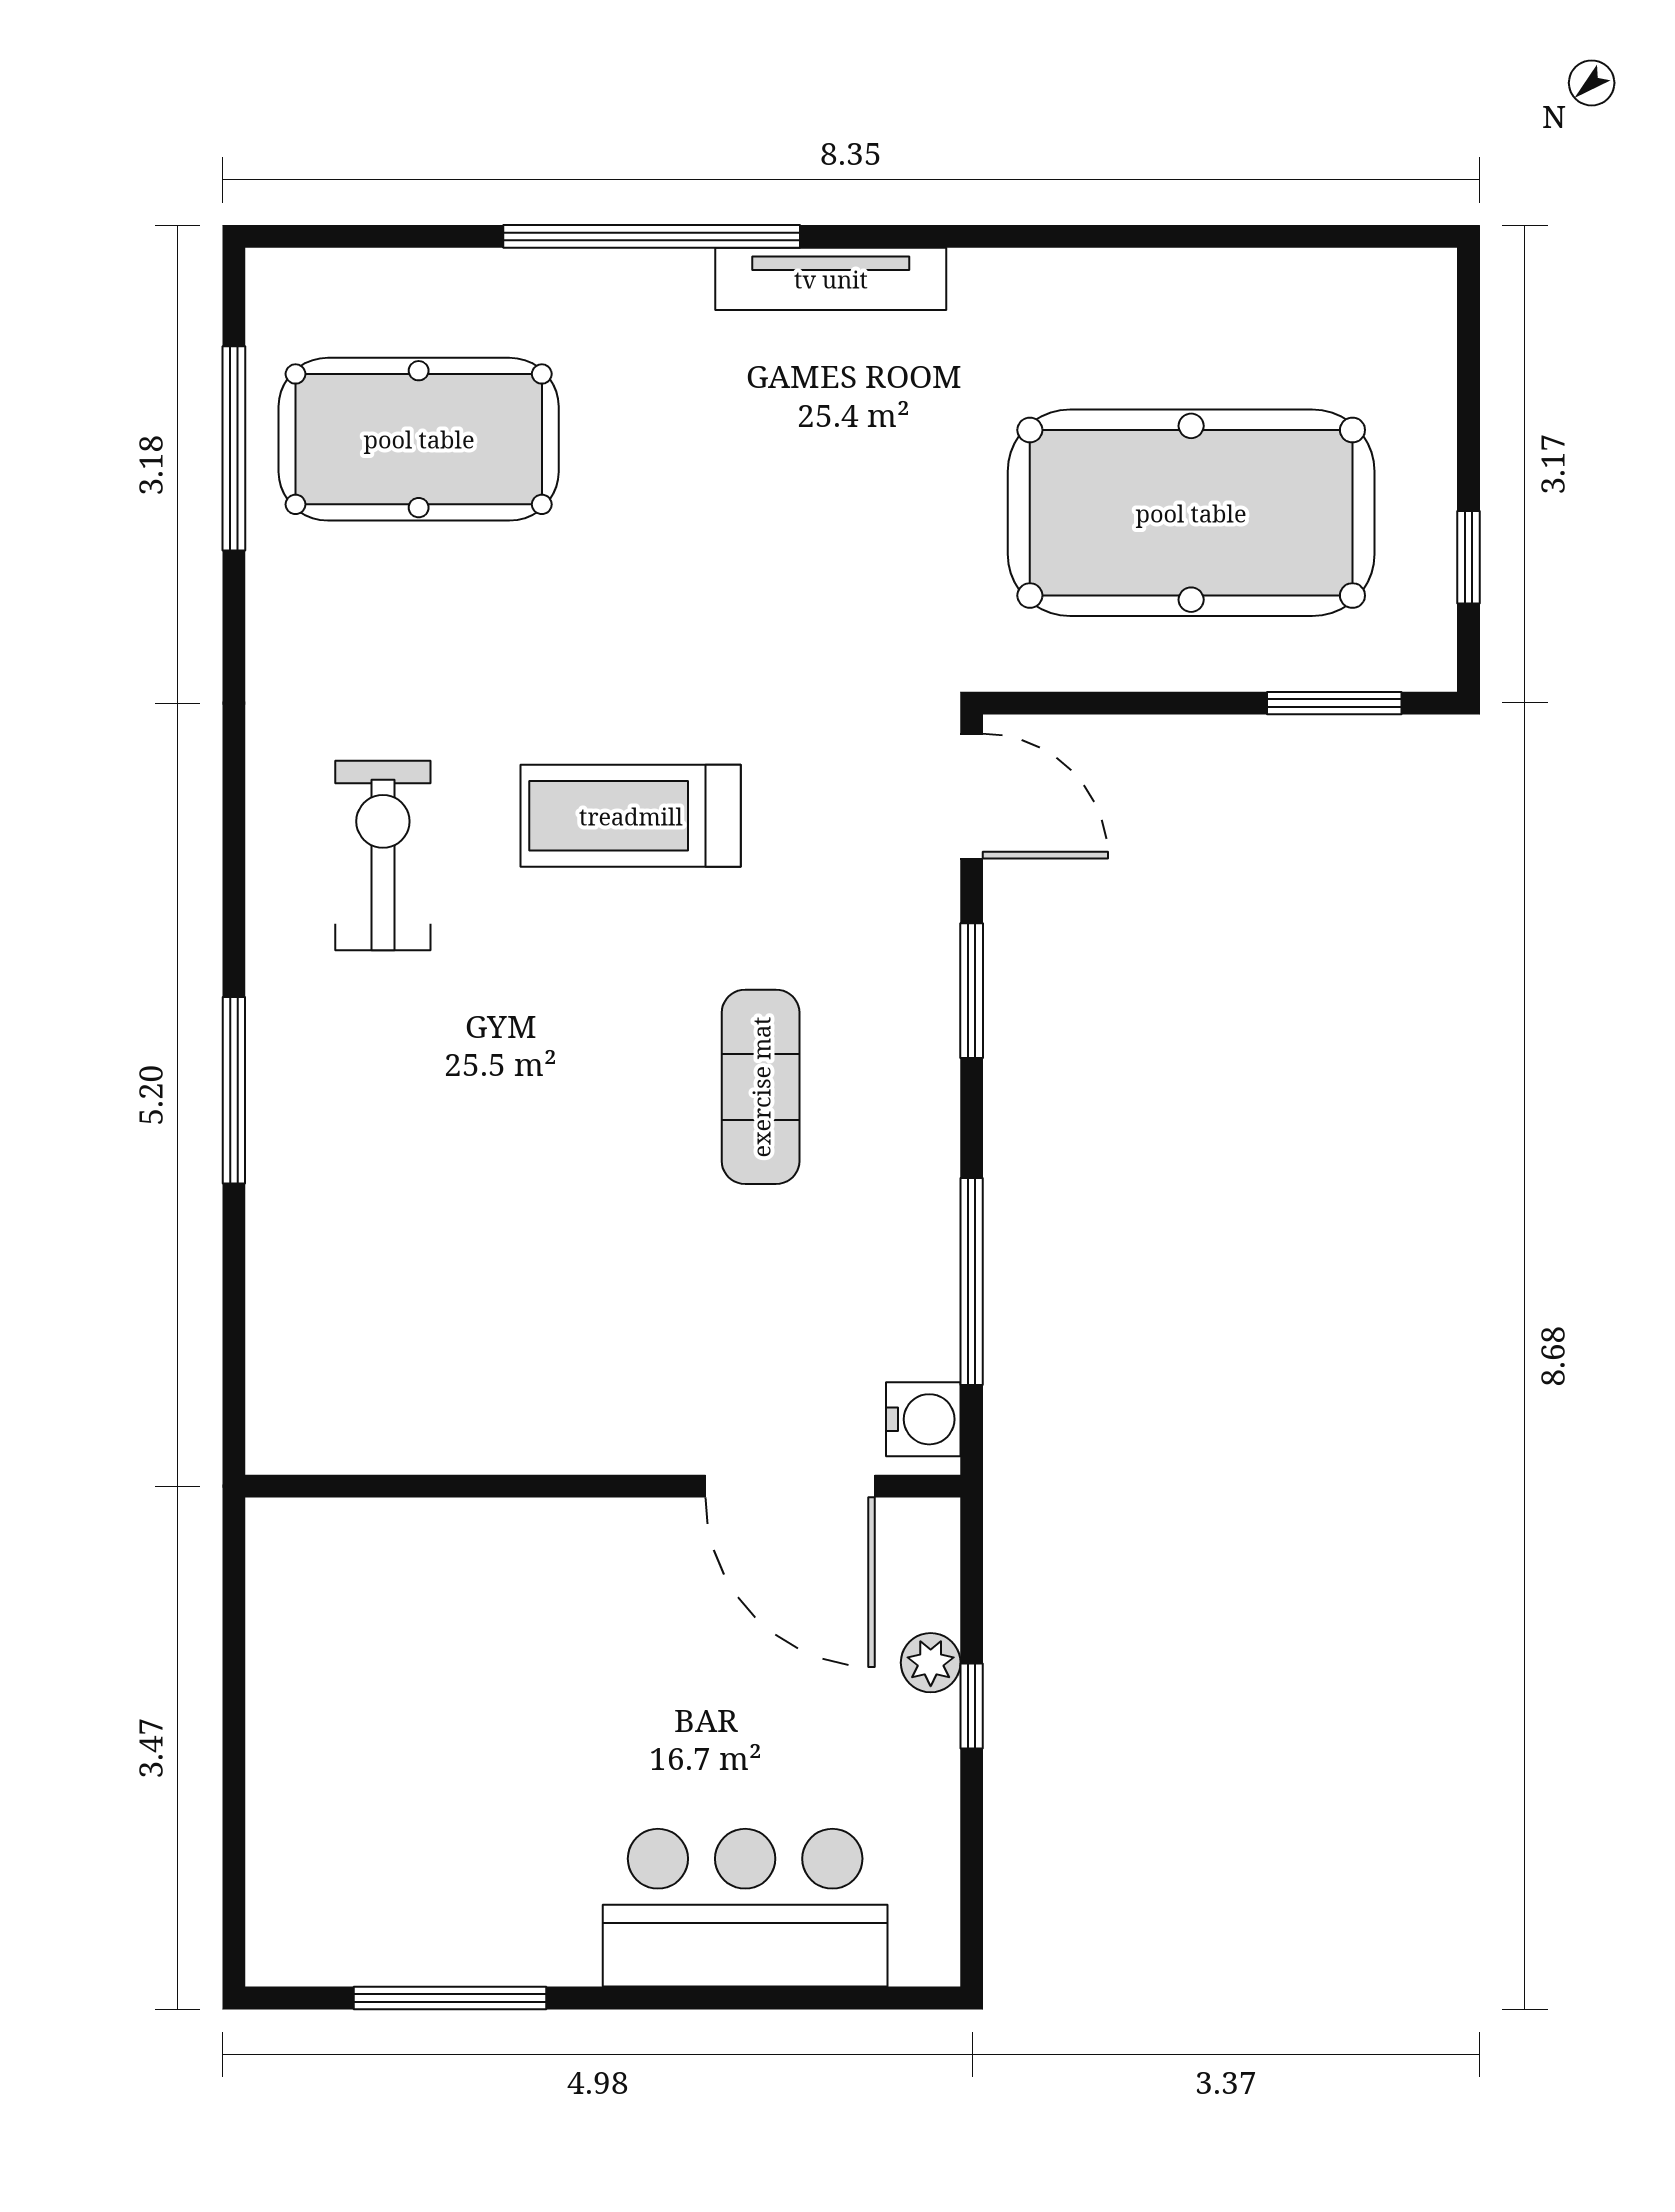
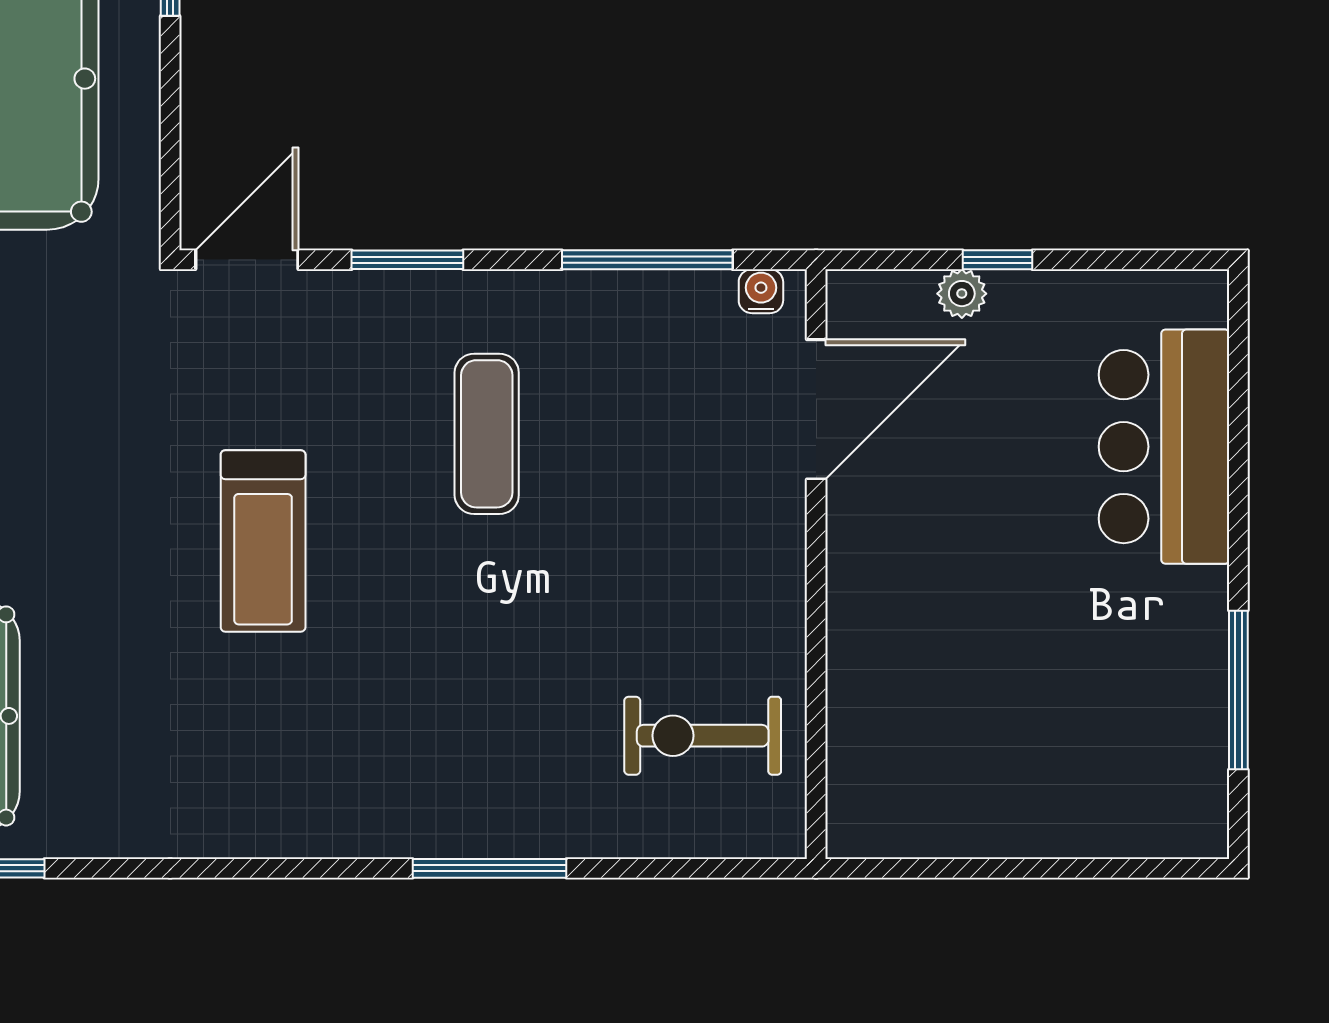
exercise bike: (383, 856) -> (703, 736), moved
exercise mat: (761, 1087) -> (487, 434), turned 90
water cooler: (923, 1419) -> (761, 291), width x0.72, depth x0.72

